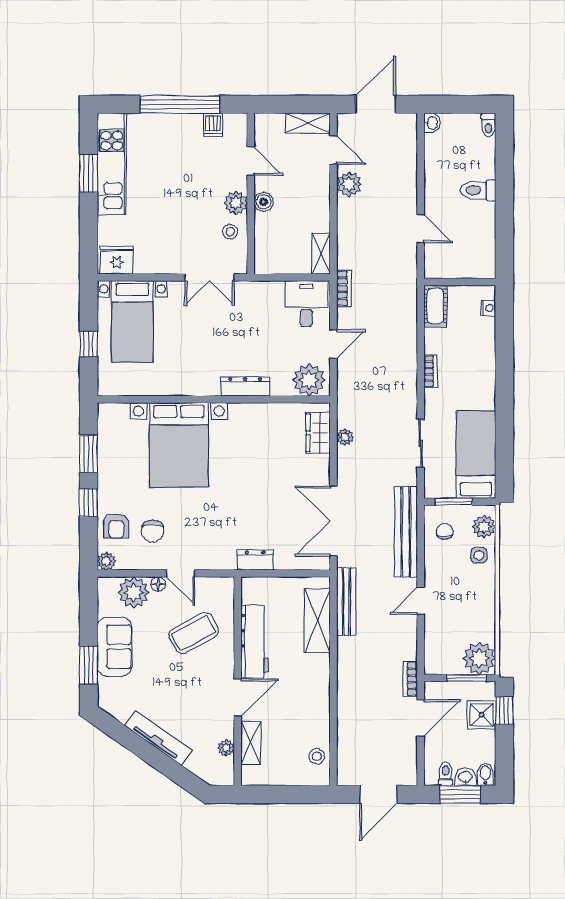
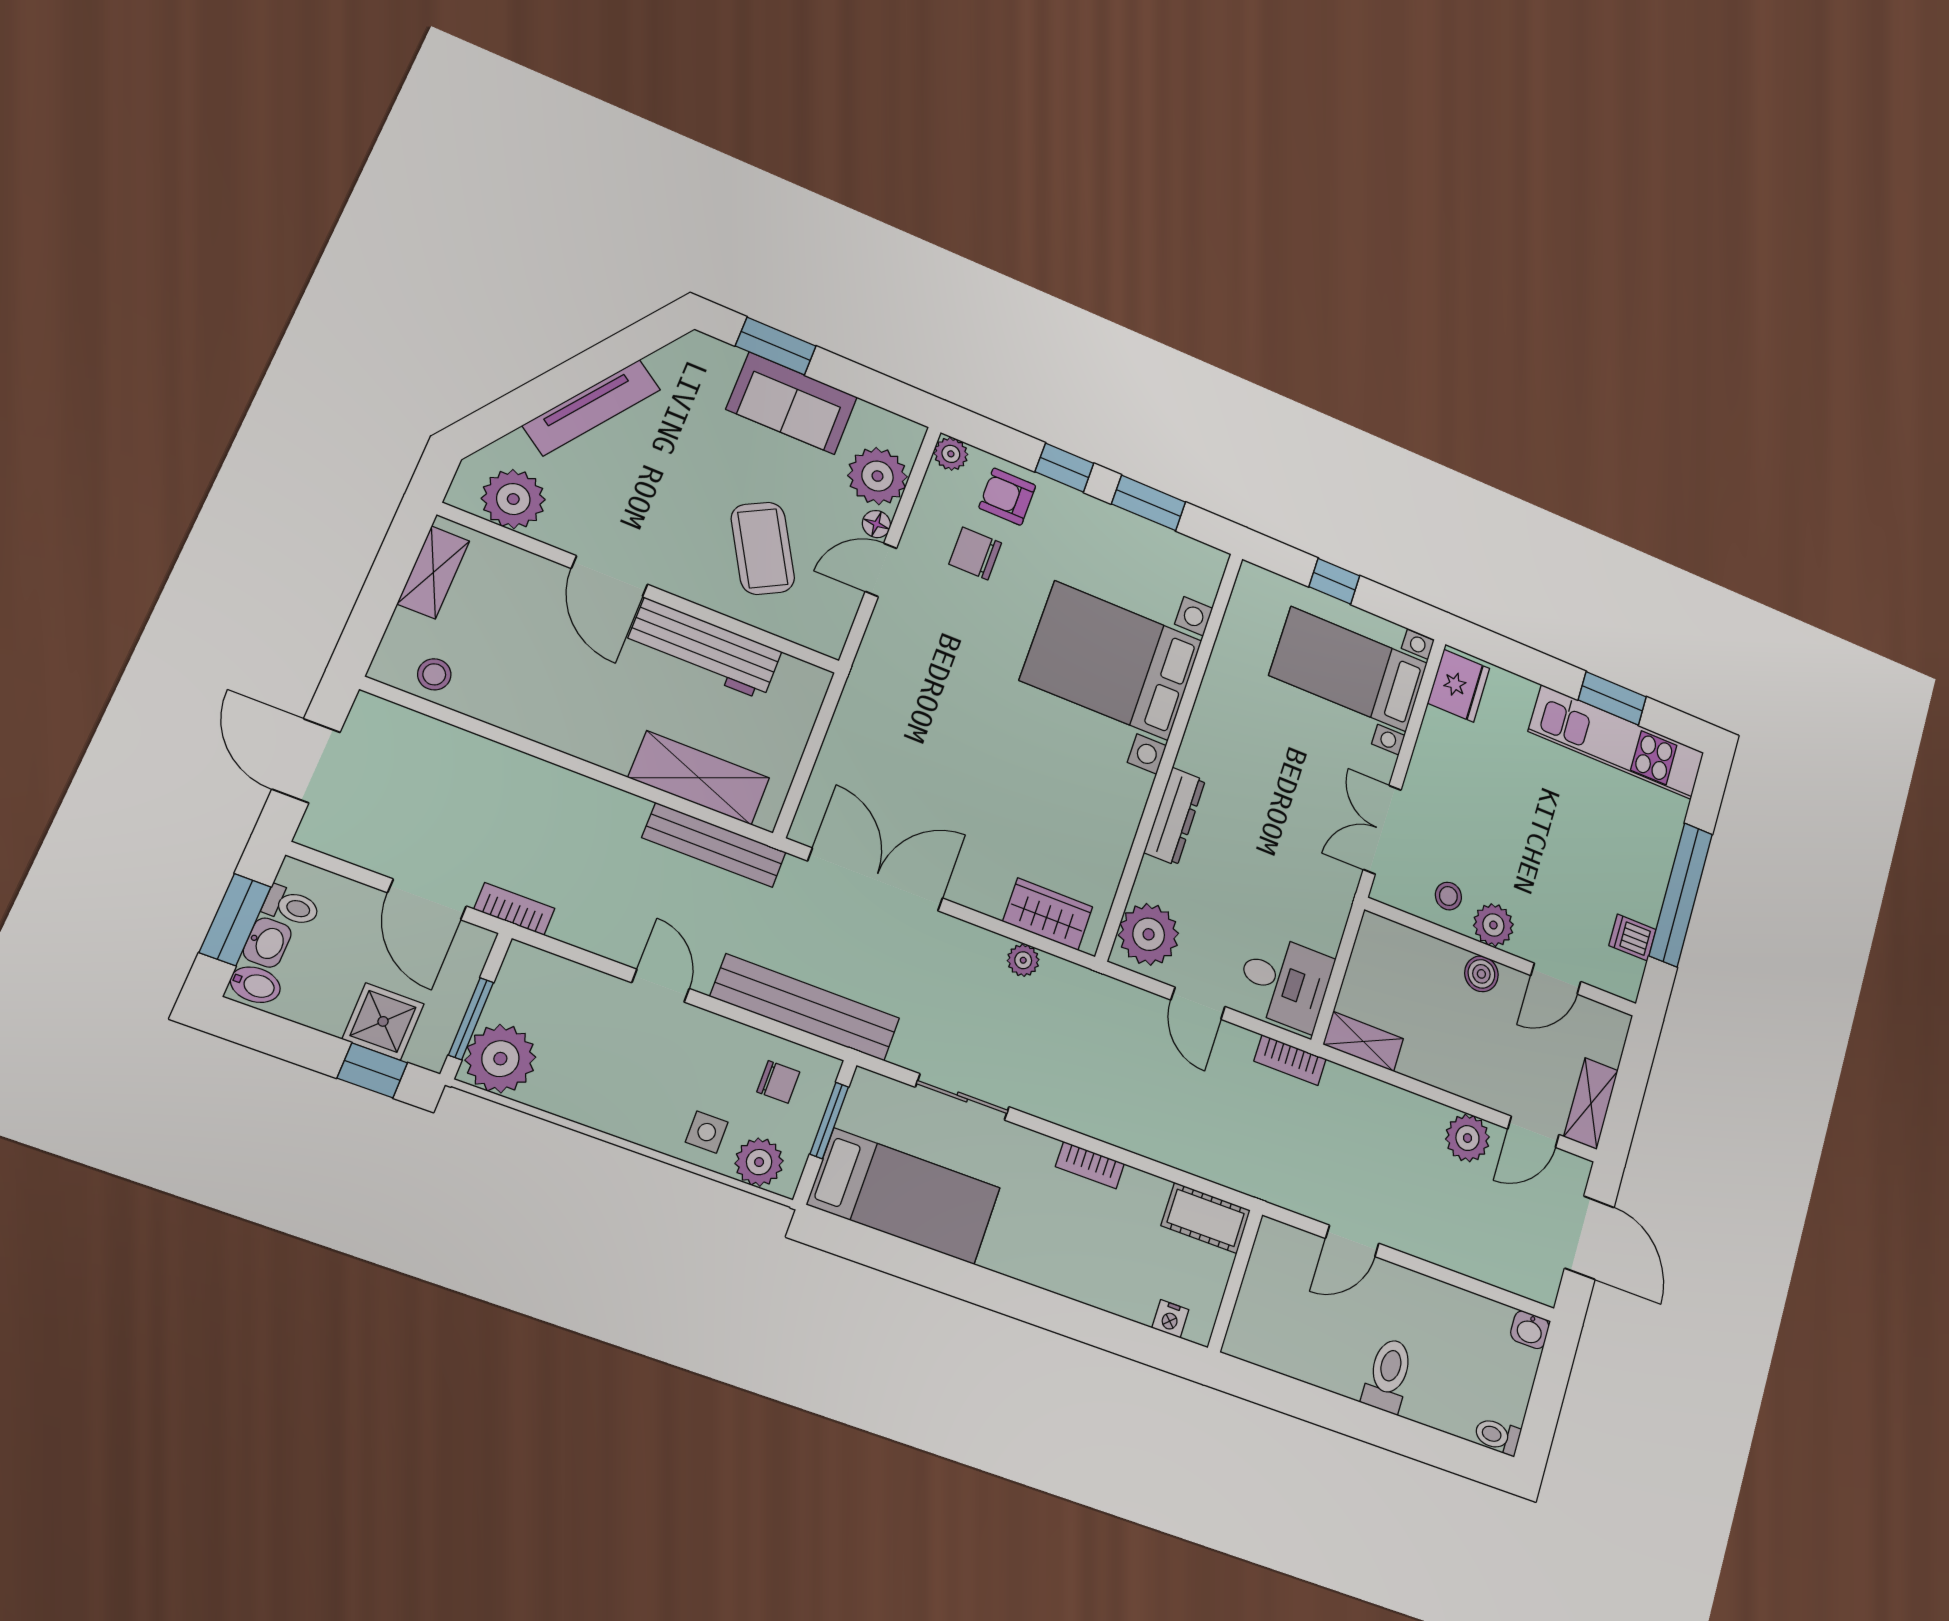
dresser: (255, 560) -> (856, 710), removed
shelving: (251, 743) -> (433, 572), moved, turned 90
plant: (226, 748) -> (513, 499), width x1.88, depth x1.88

